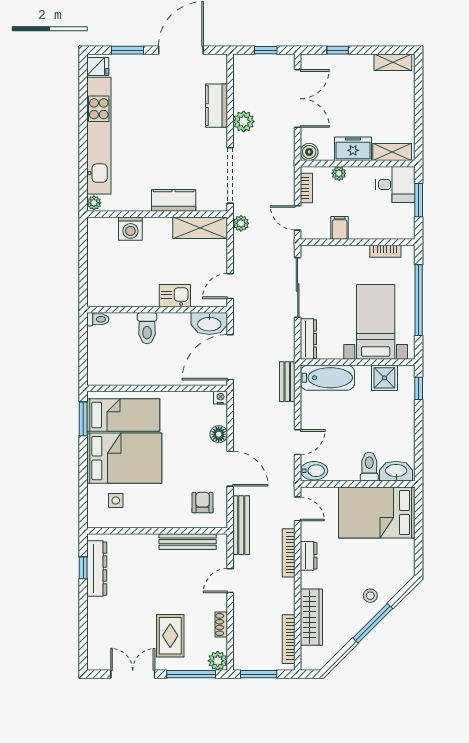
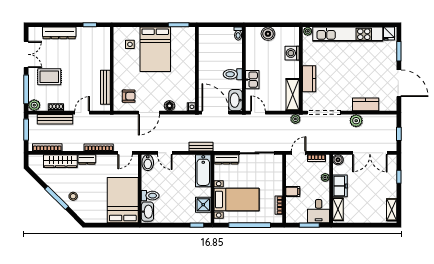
filing cabinet: (340, 228) -> (293, 191), moved
boiler: (98, 269) -> (268, 34), added
toilet: (147, 328) -> (233, 74), moved
bed: (123, 415) -> (181, 49), removed
bench: (241, 525) -> (55, 119), moved
dresser: (309, 556) -> (87, 159), moved
dresser: (97, 569) -> (59, 33), moved
door: (230, 581) -> (82, 113), hinge flipped

